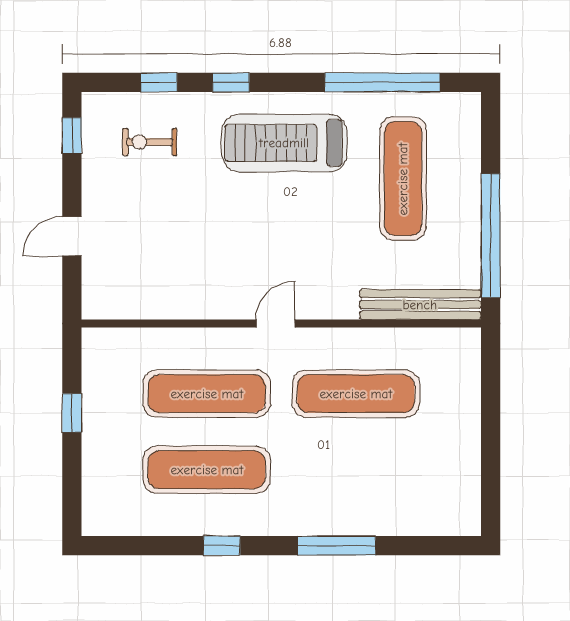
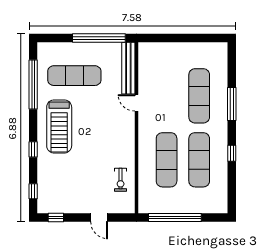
window: (159, 82) -> (33, 191), moved
exercise bike: (150, 142) -> (121, 180), moved
door: (276, 323) -> (136, 103), moved
exercise mat: (356, 394) -> (199, 96), moved
window: (72, 413) -> (175, 218), width x3.17

